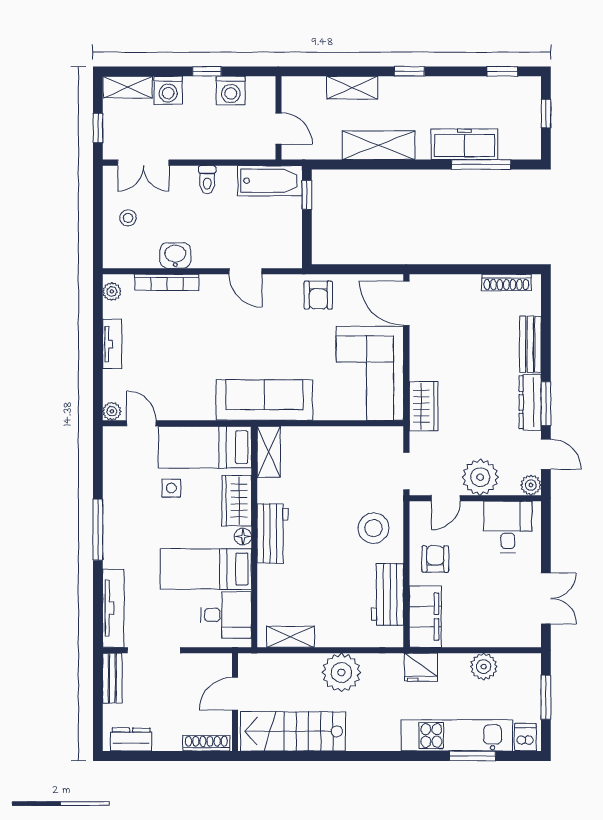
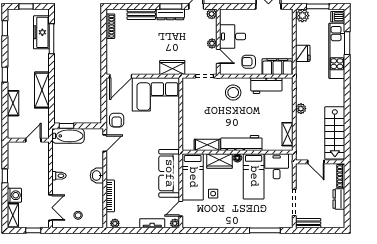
washing machine: (231, 91) -> (14, 164), removed
freezer: (464, 144) -> (41, 32), moved
bathtub: (270, 181) -> (68, 136), moved, turned 90
washbasin: (175, 255) -> (97, 176), moved
door: (245, 271) -> (105, 143), moved
armchair: (318, 295) -> (117, 120), turned 90
tv unit: (112, 344) -> (152, 223), moved
sofa: (264, 400) -> (169, 173), moved
shelving: (269, 452) -> (207, 145), moved
plant: (480, 477) -> (212, 43), width x0.53, depth x0.53
desk: (508, 527) -> (233, 36), moved
window: (98, 530) -> (265, 230), moved
workbench: (273, 533) -> (241, 143), width x1.38
tv unit: (113, 608) -> (273, 223), removed
fridge: (421, 667) -> (303, 53), moved
plant: (484, 667) -> (302, 16), moved
plant: (341, 672) -> (301, 109), width x0.53, depth x0.53
dresser: (131, 740) -> (339, 199), moved

